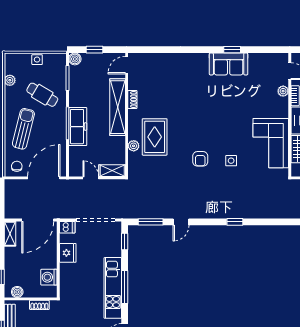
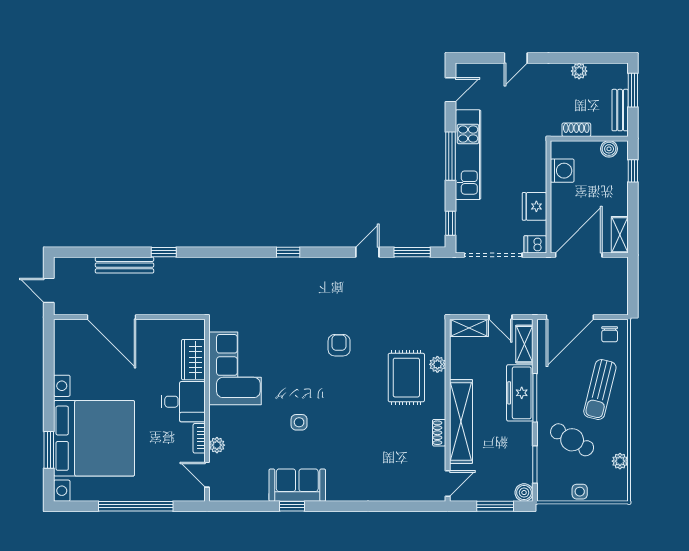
window: (94, 50) -> (495, 506), width x1.50
shelving: (75, 160) -> (524, 344), added
side table: (231, 161) -> (299, 422), moved

